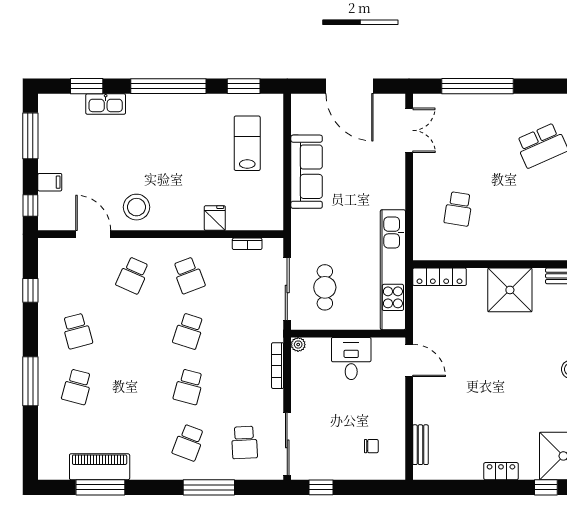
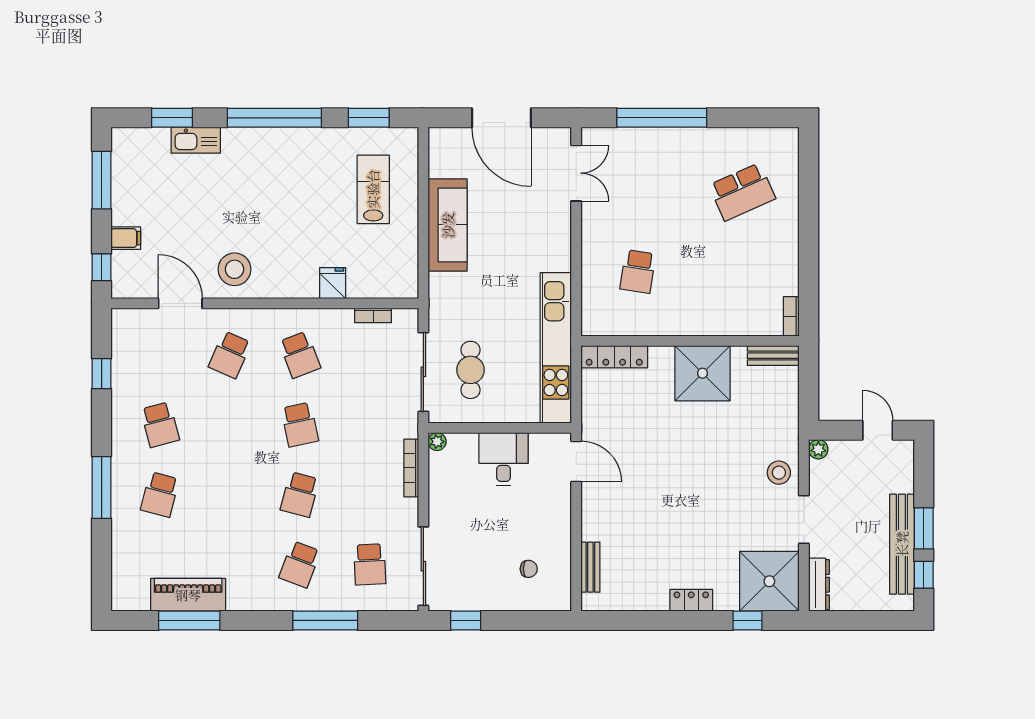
school desk: (189, 331) -> (300, 425), turned -30

